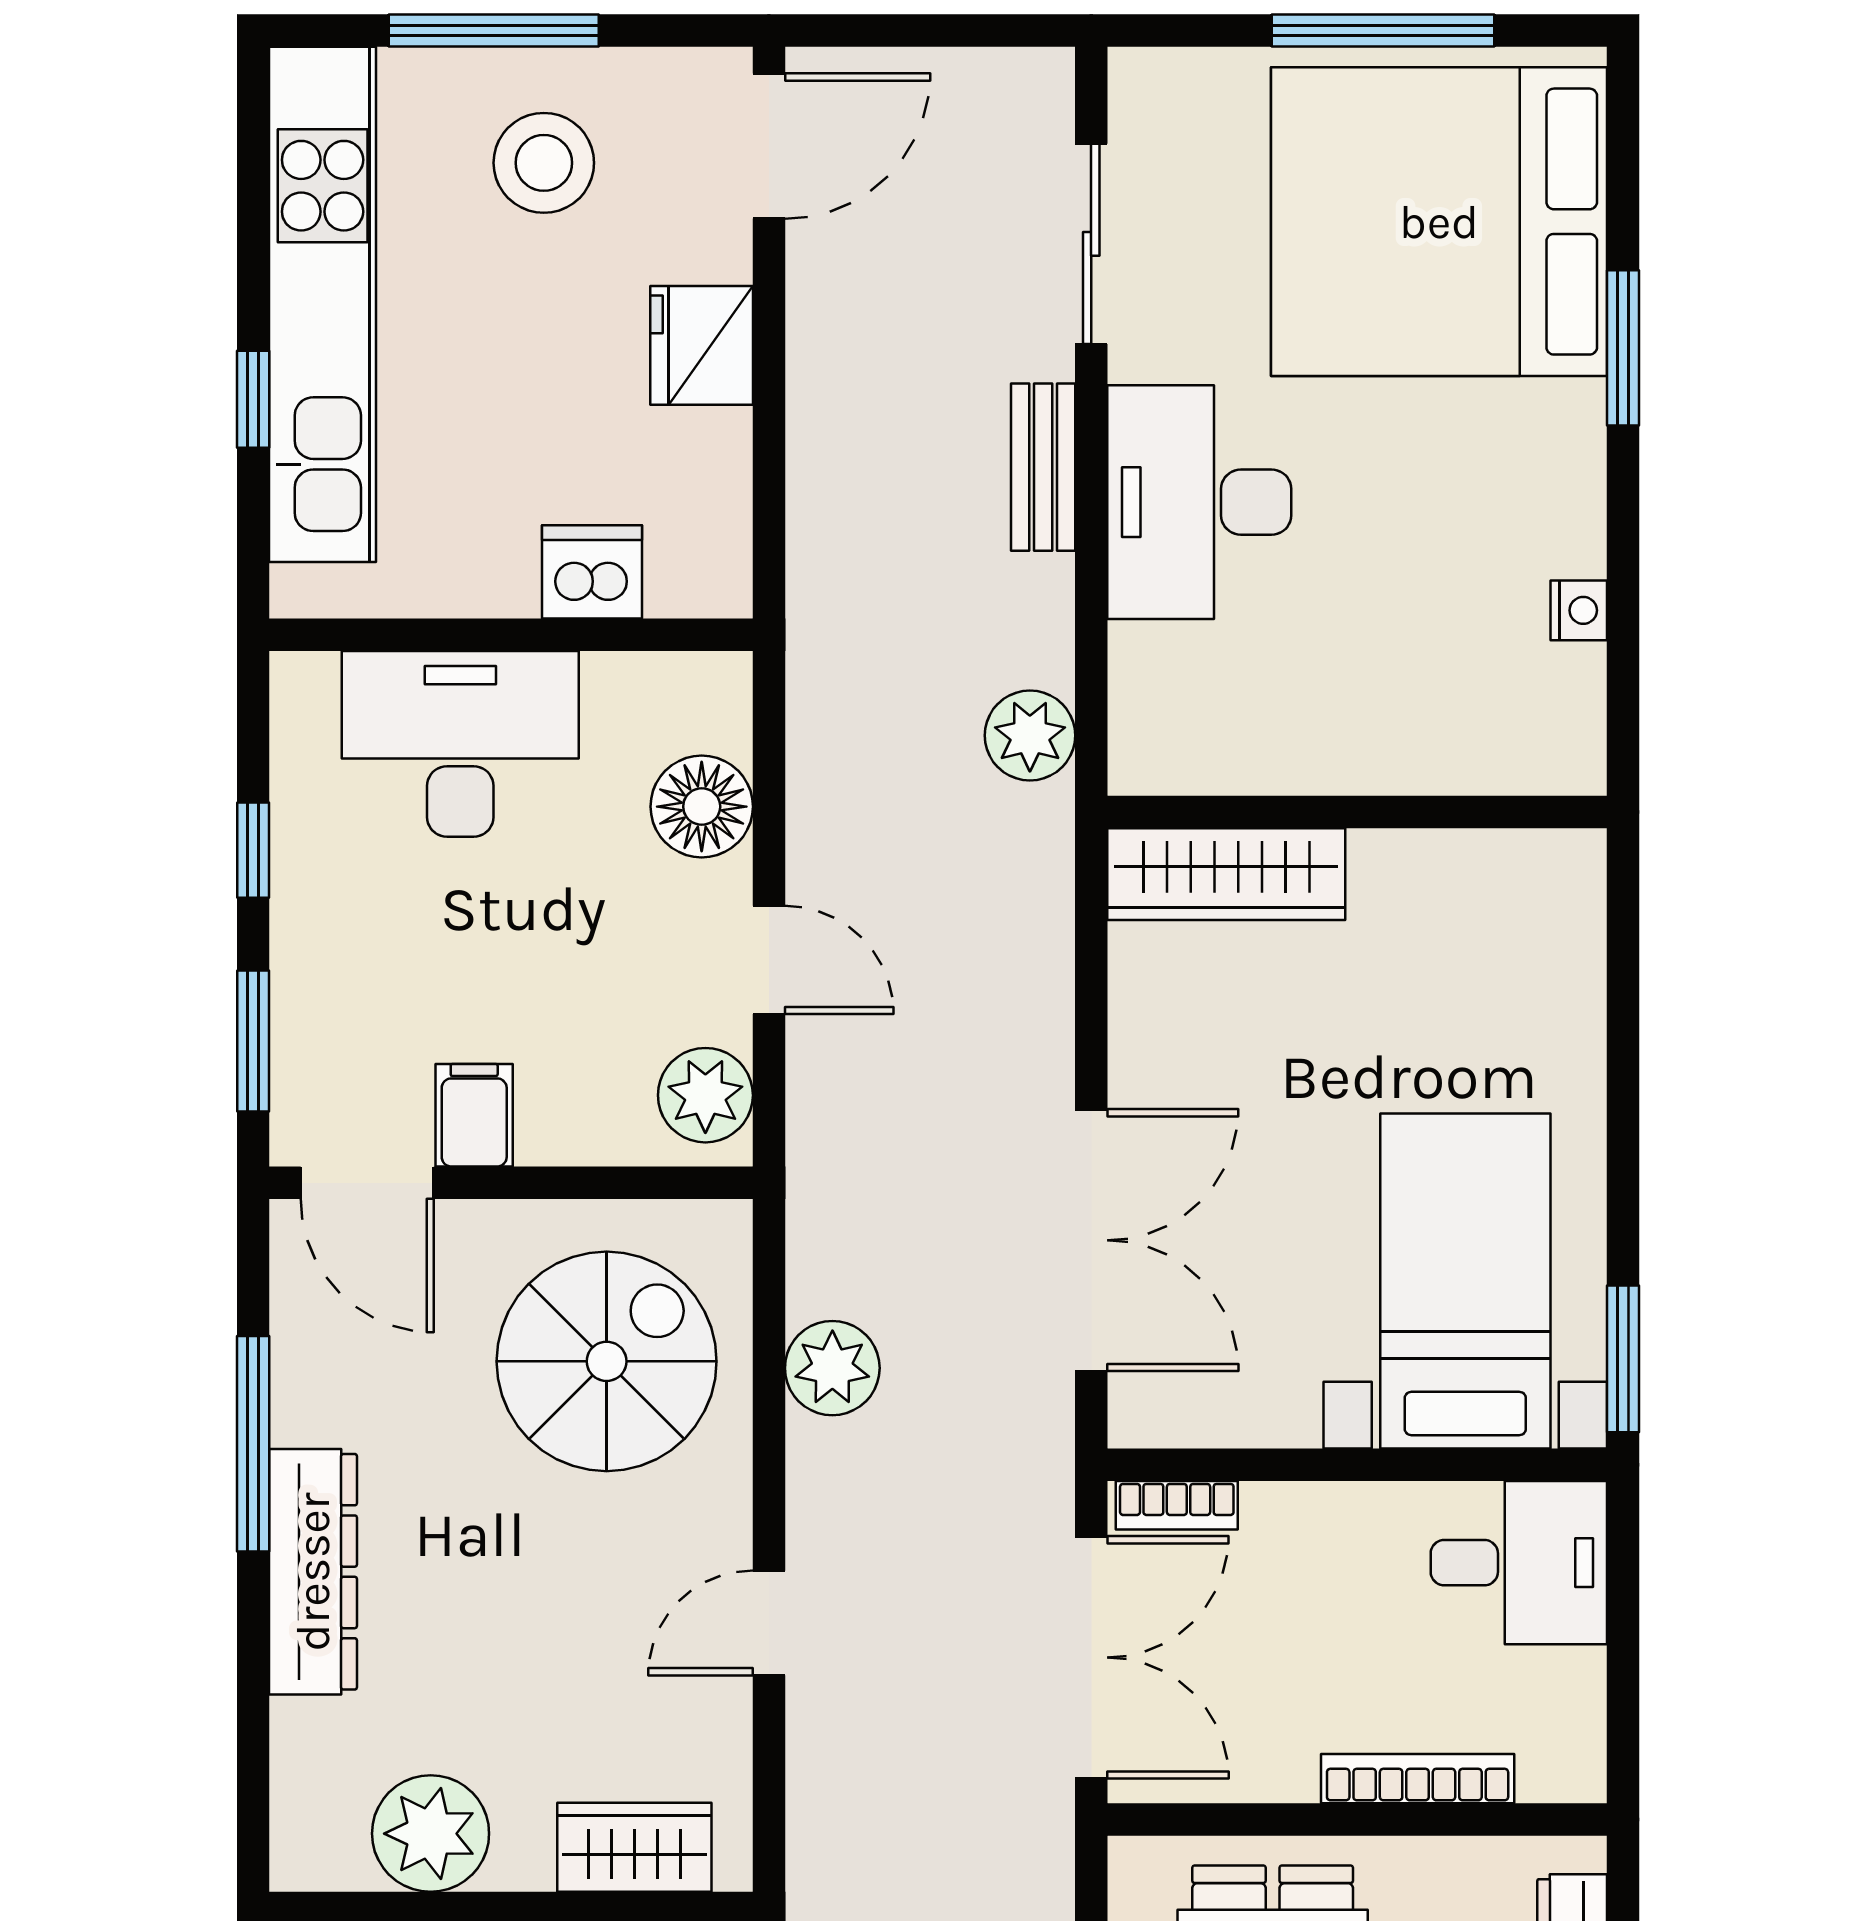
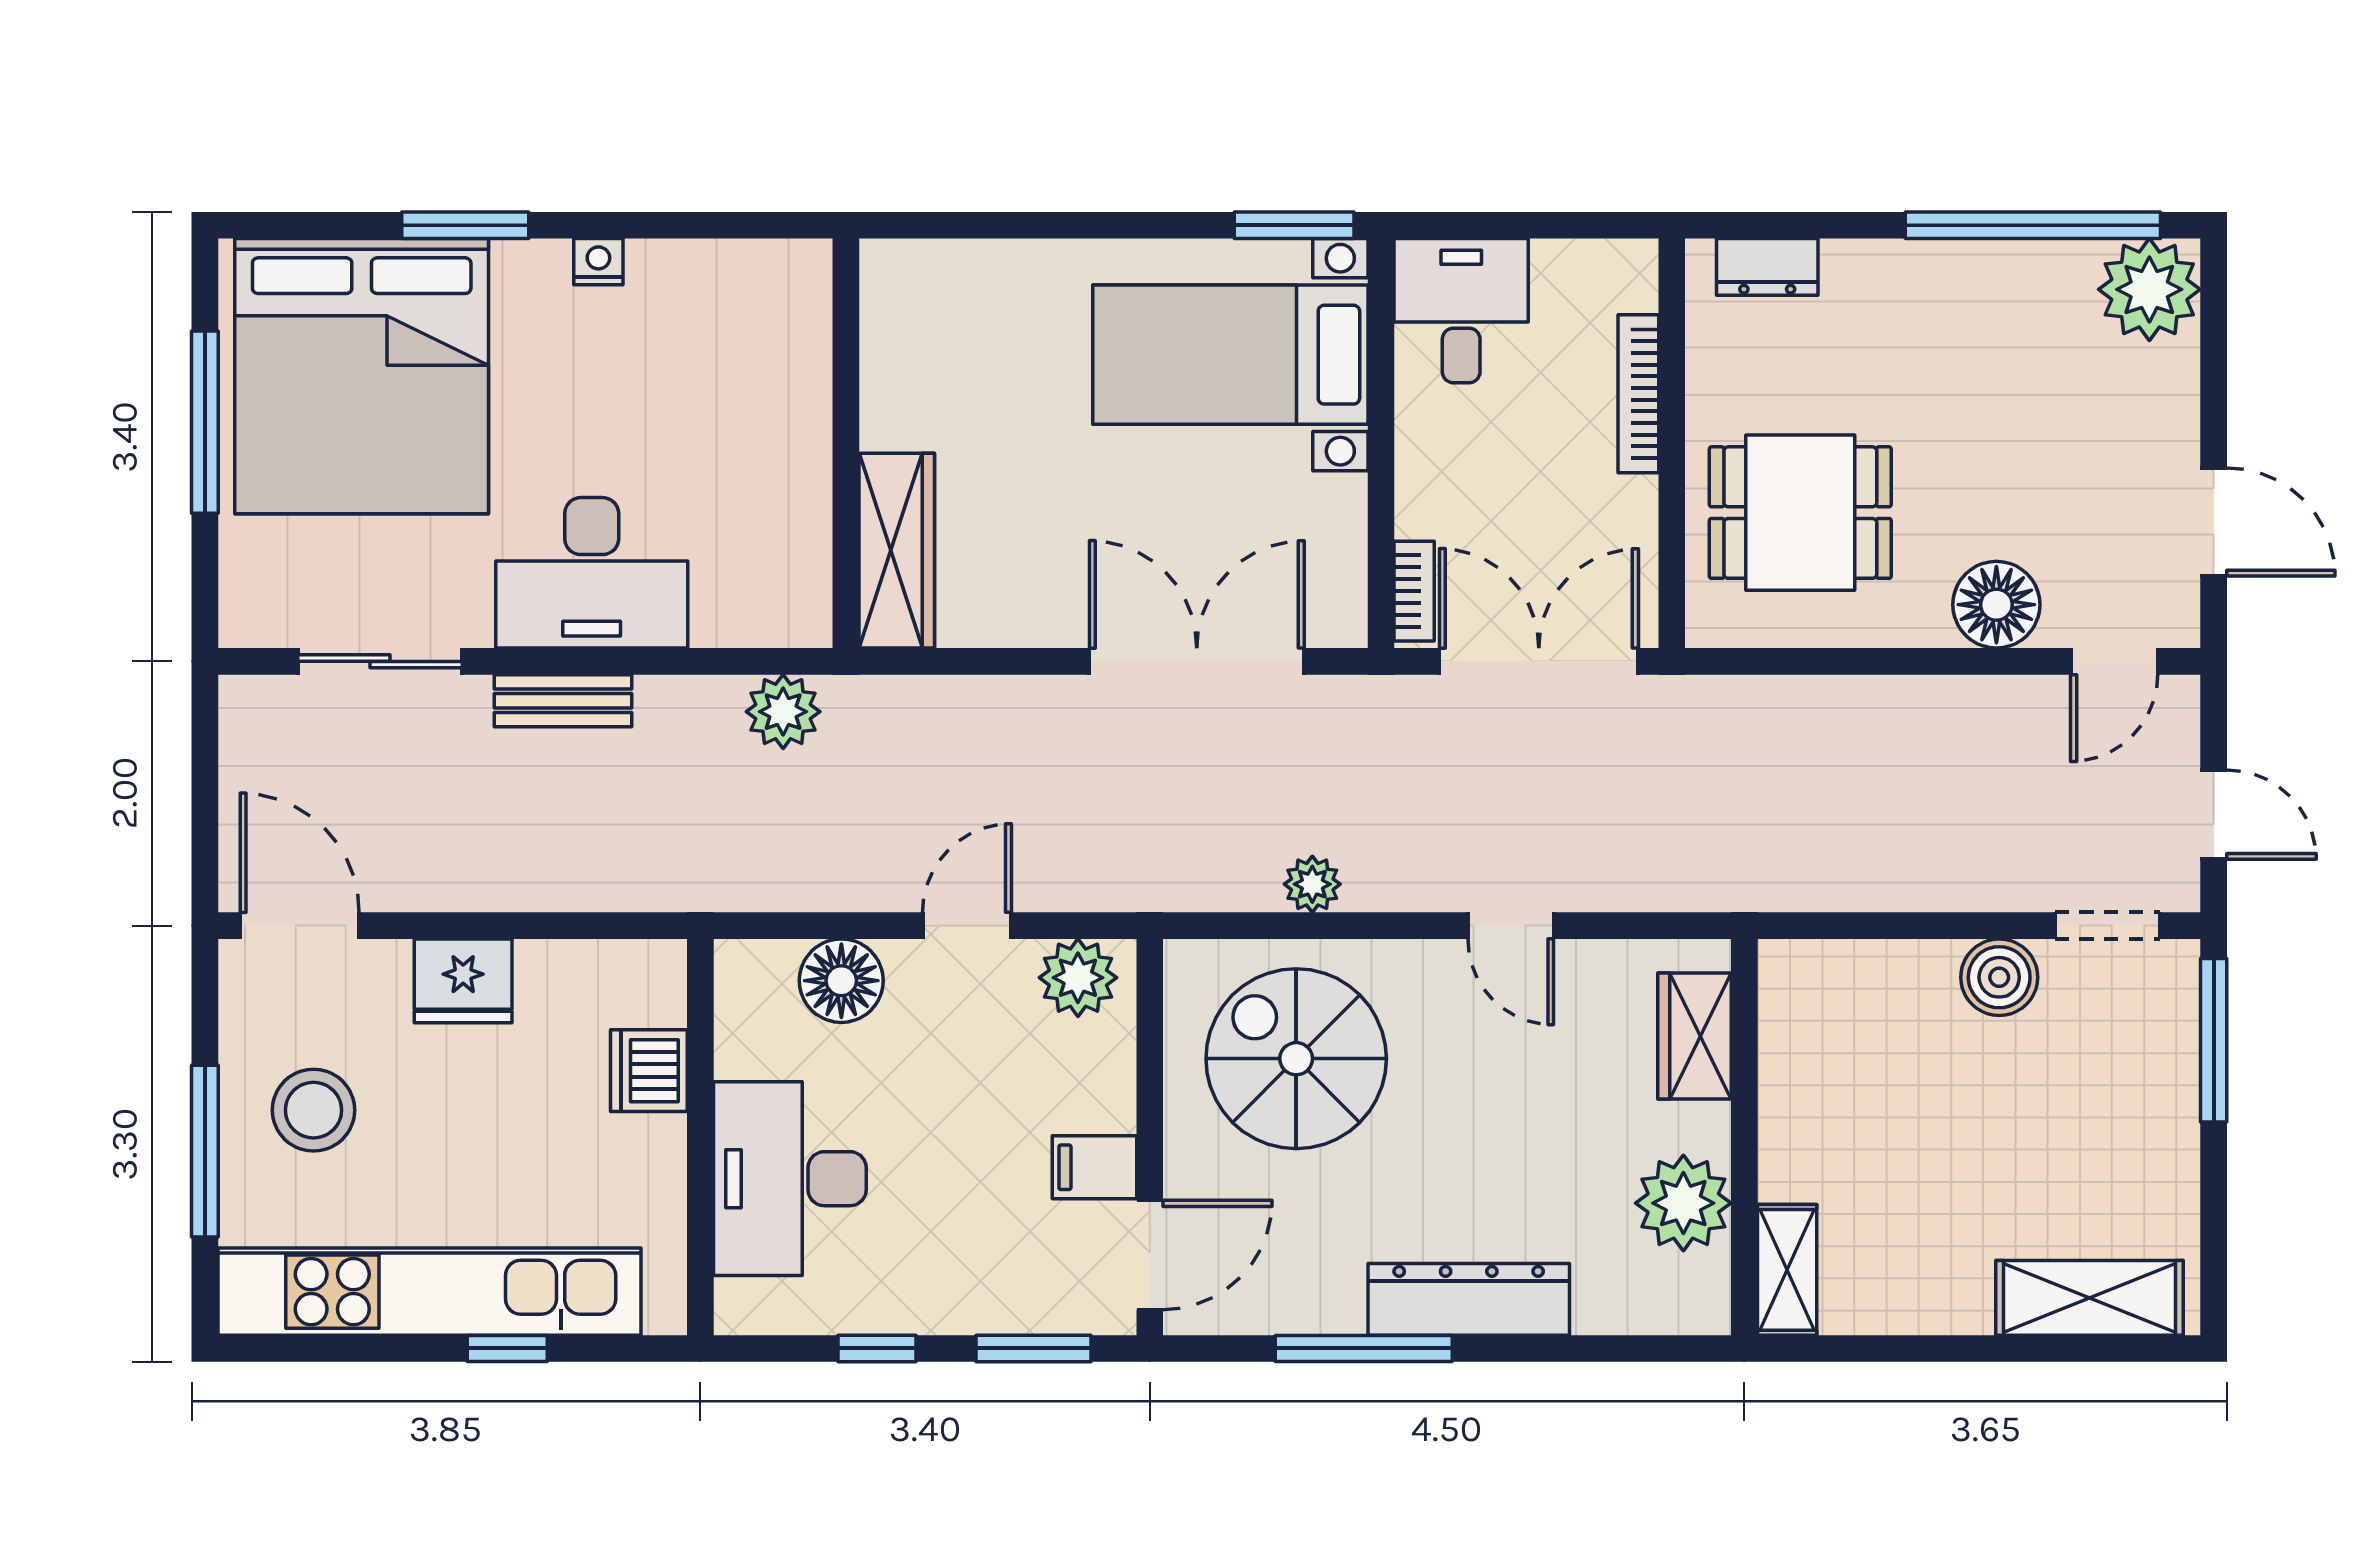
nightstand: (1579, 610) -> (598, 262), moved
plant: (832, 1368) -> (1312, 884), width x0.73, depth x0.73

